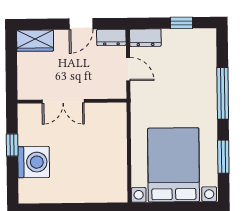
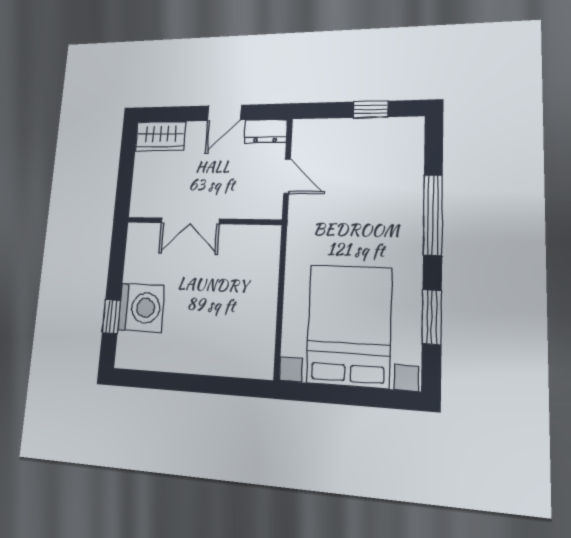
dresser: (145, 38) -> (315, 131), removed
window: (12, 145) -> (111, 317), moved

